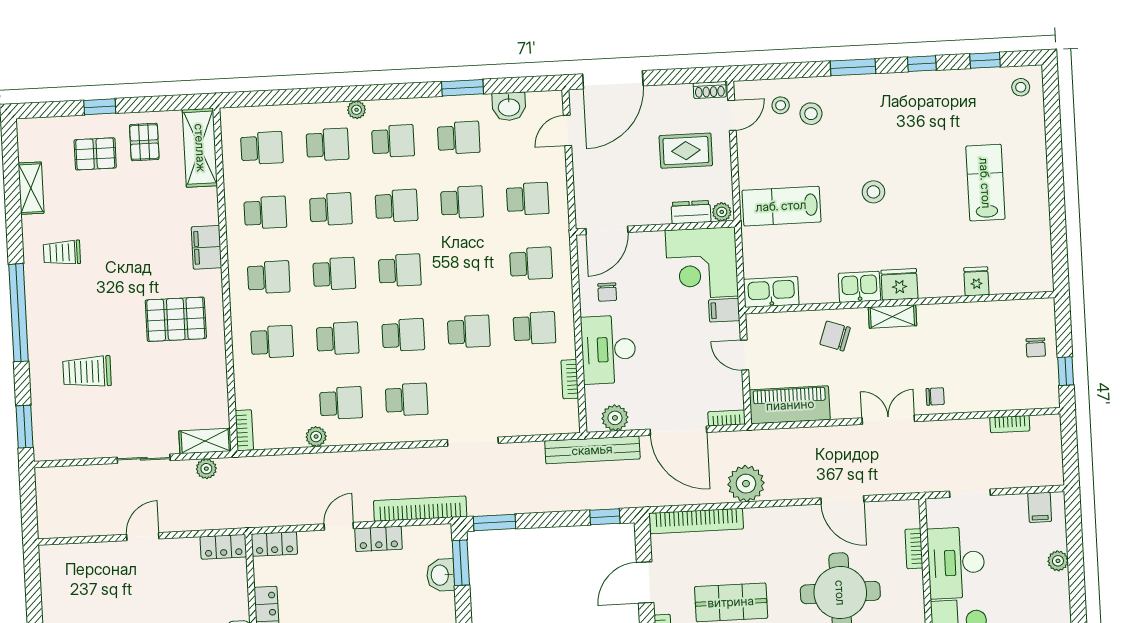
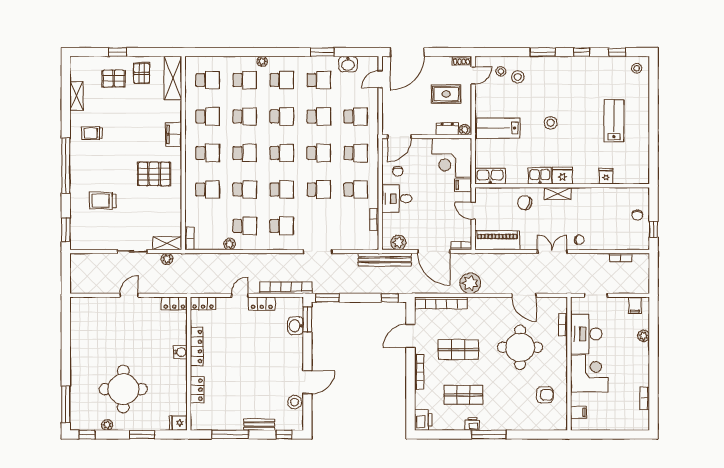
school desk: (465, 267) -> (319, 153), added
desk: (608, 350) -> (397, 199), width x0.73

